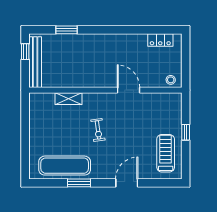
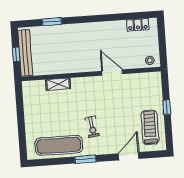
window: (25, 52) -> (16, 54), moved
exercise bike: (98, 130) -> (92, 127), moved
window: (79, 183) -> (85, 159), moved
door: (127, 183) -> (129, 156), moved

